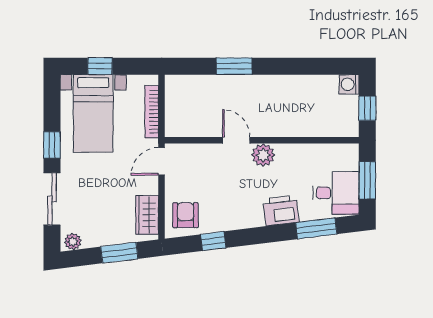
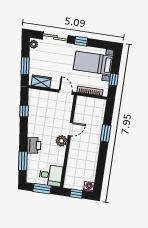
window: (100, 66) -> (114, 80), moved
desk: (336, 193) -> (51, 175), moved, turned -90
armchair: (185, 215) -> (38, 100), removed

